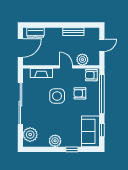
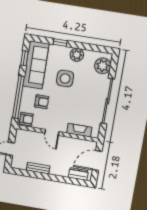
plant: (82, 60) -> (33, 137), removed
side table: (57, 96) -> (65, 79), moved
sofa: (90, 131) -> (36, 65), width x1.36

